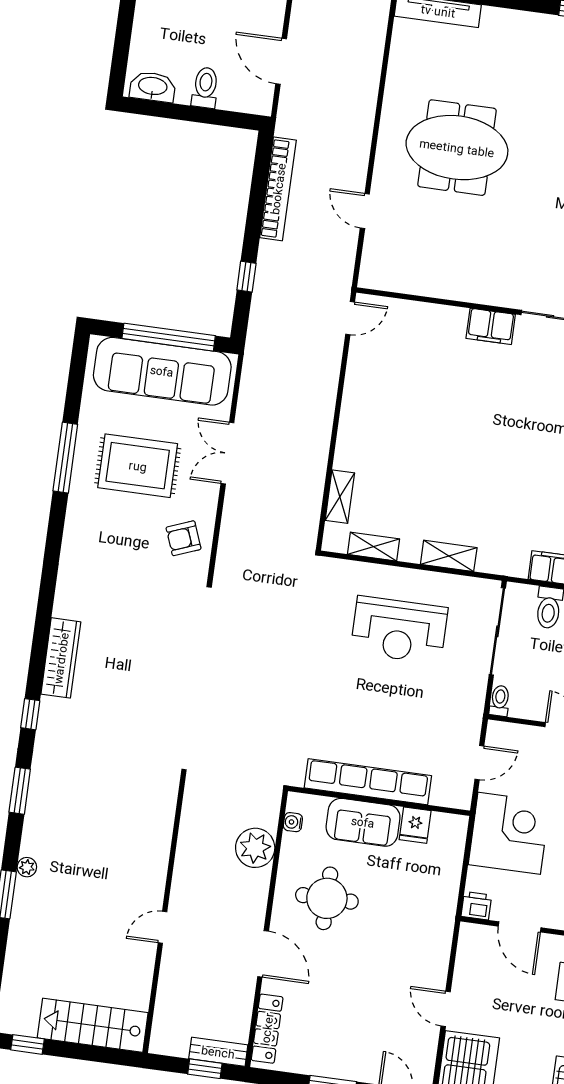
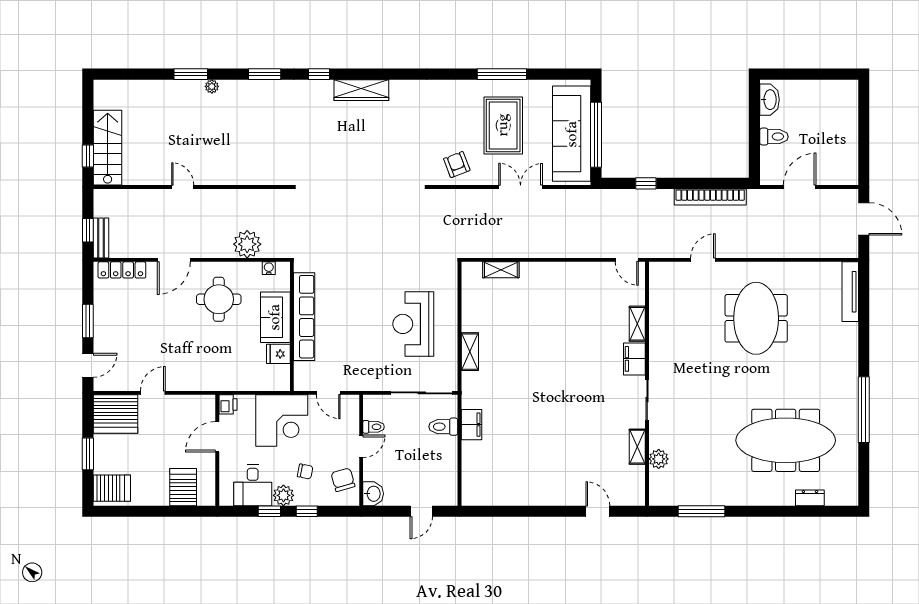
shelving: (373, 547) -> (637, 324), moved
toilet: (500, 701) -> (374, 427), moved
window: (28, 1044) -> (88, 156), moved

